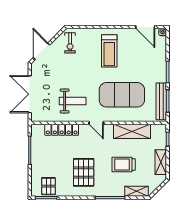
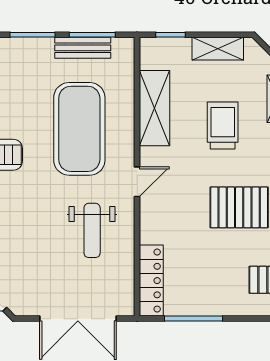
weight bench: (73, 101) -> (92, 230), turned 180
bench: (161, 101) -> (83, 48), width x0.73
locker: (62, 130) -> (151, 281), moved
trolley: (124, 164) -> (223, 125), turned 180

